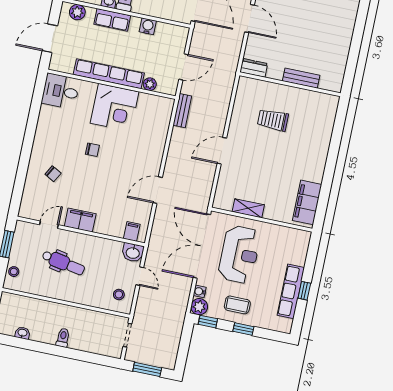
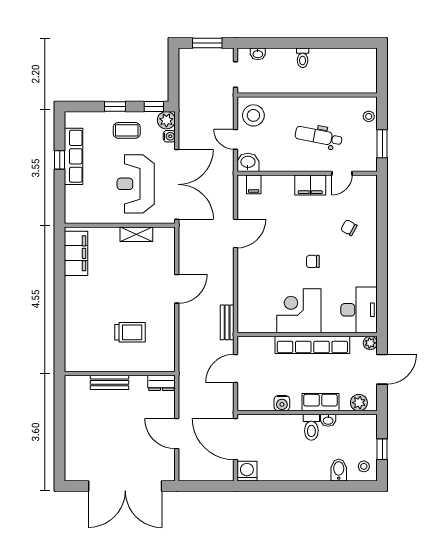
plant: (150, 84) -> (370, 343), moved
desk: (61, 91) -> (359, 310), width x1.37
stool: (119, 294) -> (253, 115), width x1.89, depth x1.89
washbasin: (22, 333) -> (258, 54), moved

